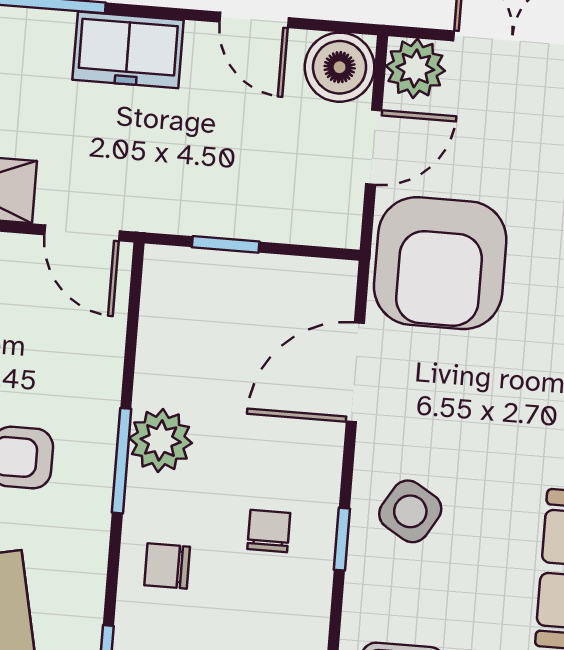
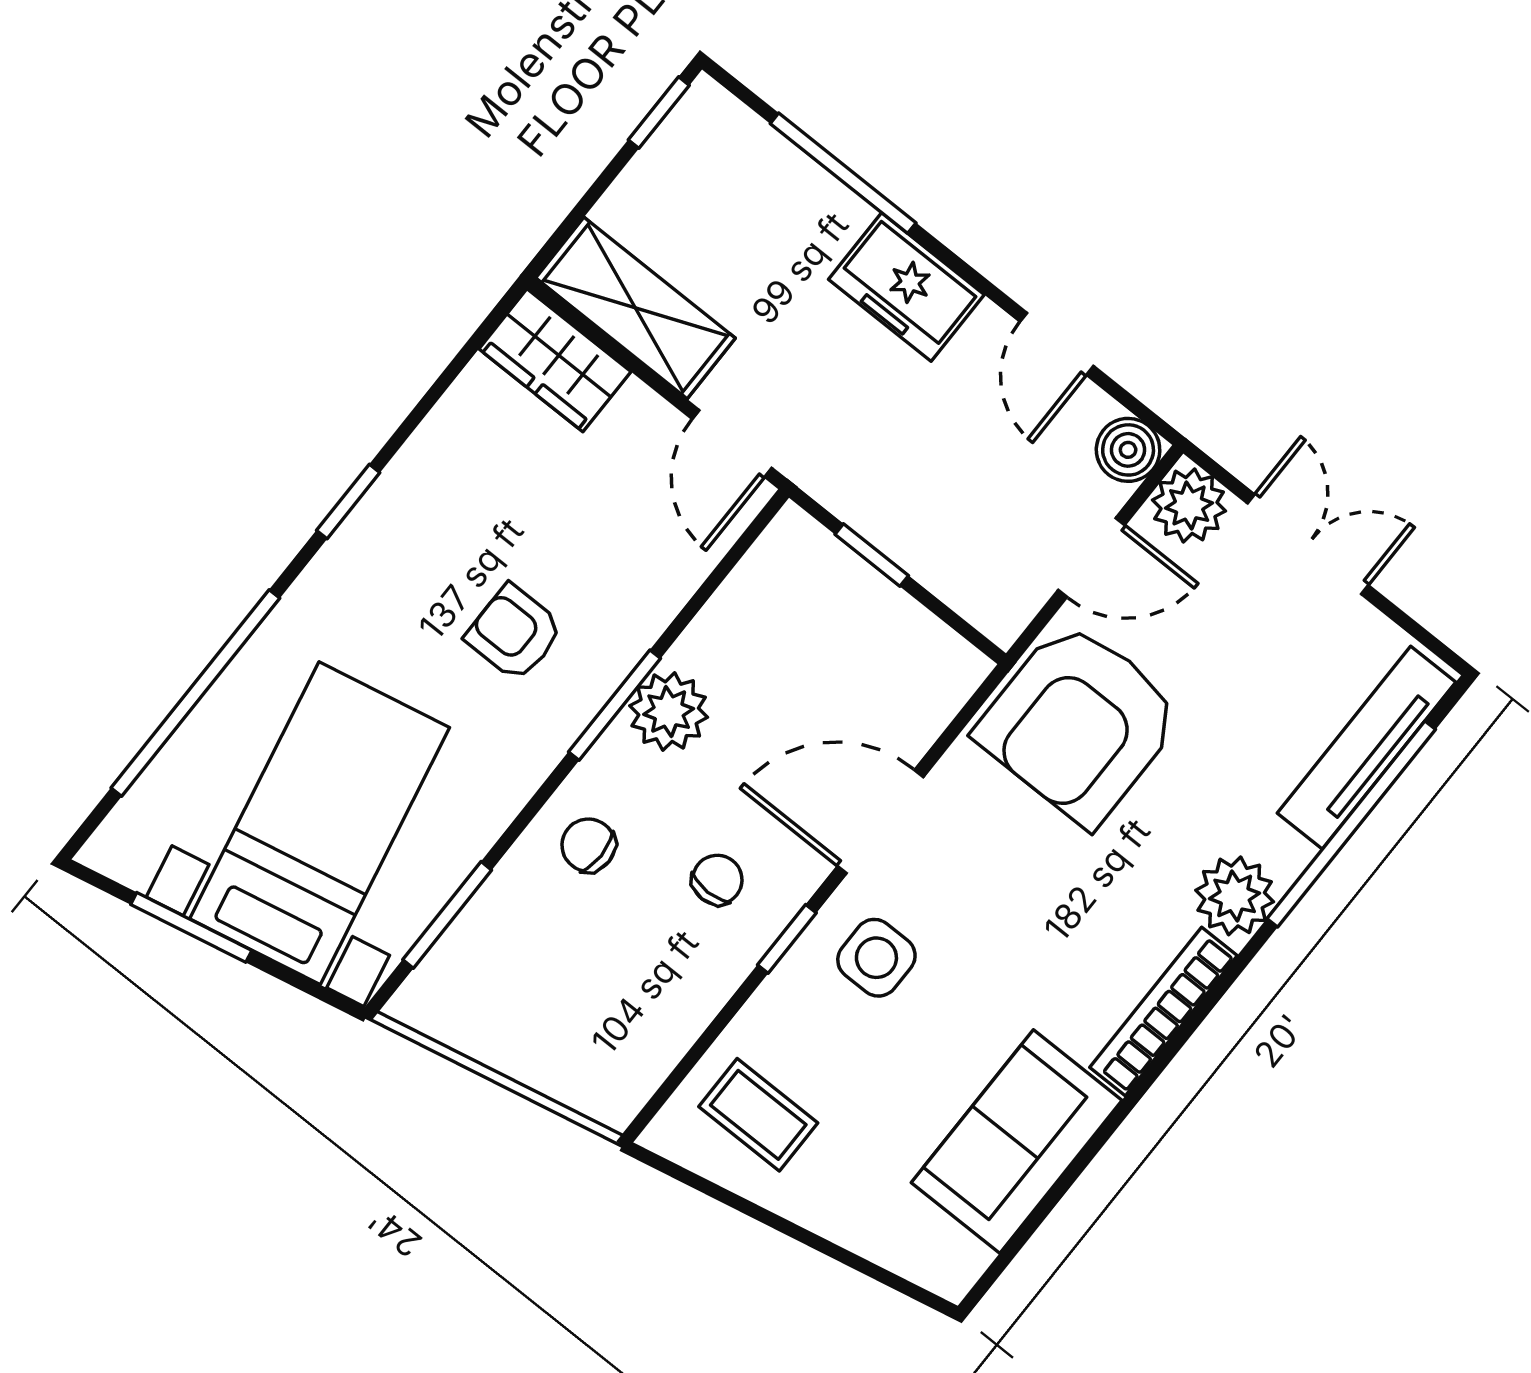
boiler: (340, 67) -> (1128, 450), width x0.73, depth x0.73
door: (355, 372) -> (881, 822), moved
side table: (410, 511) -> (876, 958), turned -31

